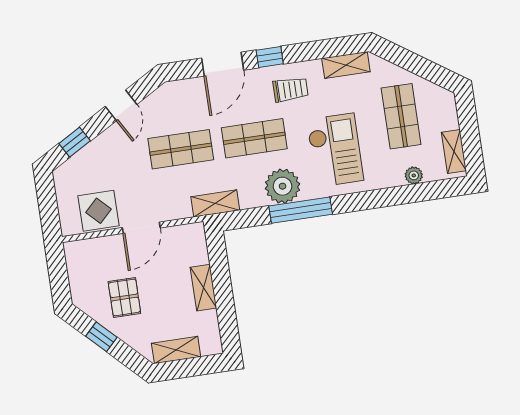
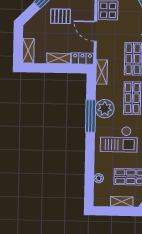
shelving: (454, 151) -> (122, 202), moved
locker: (196, 243) -> (82, 59), added
shelving: (176, 350) -> (28, 51), moved

